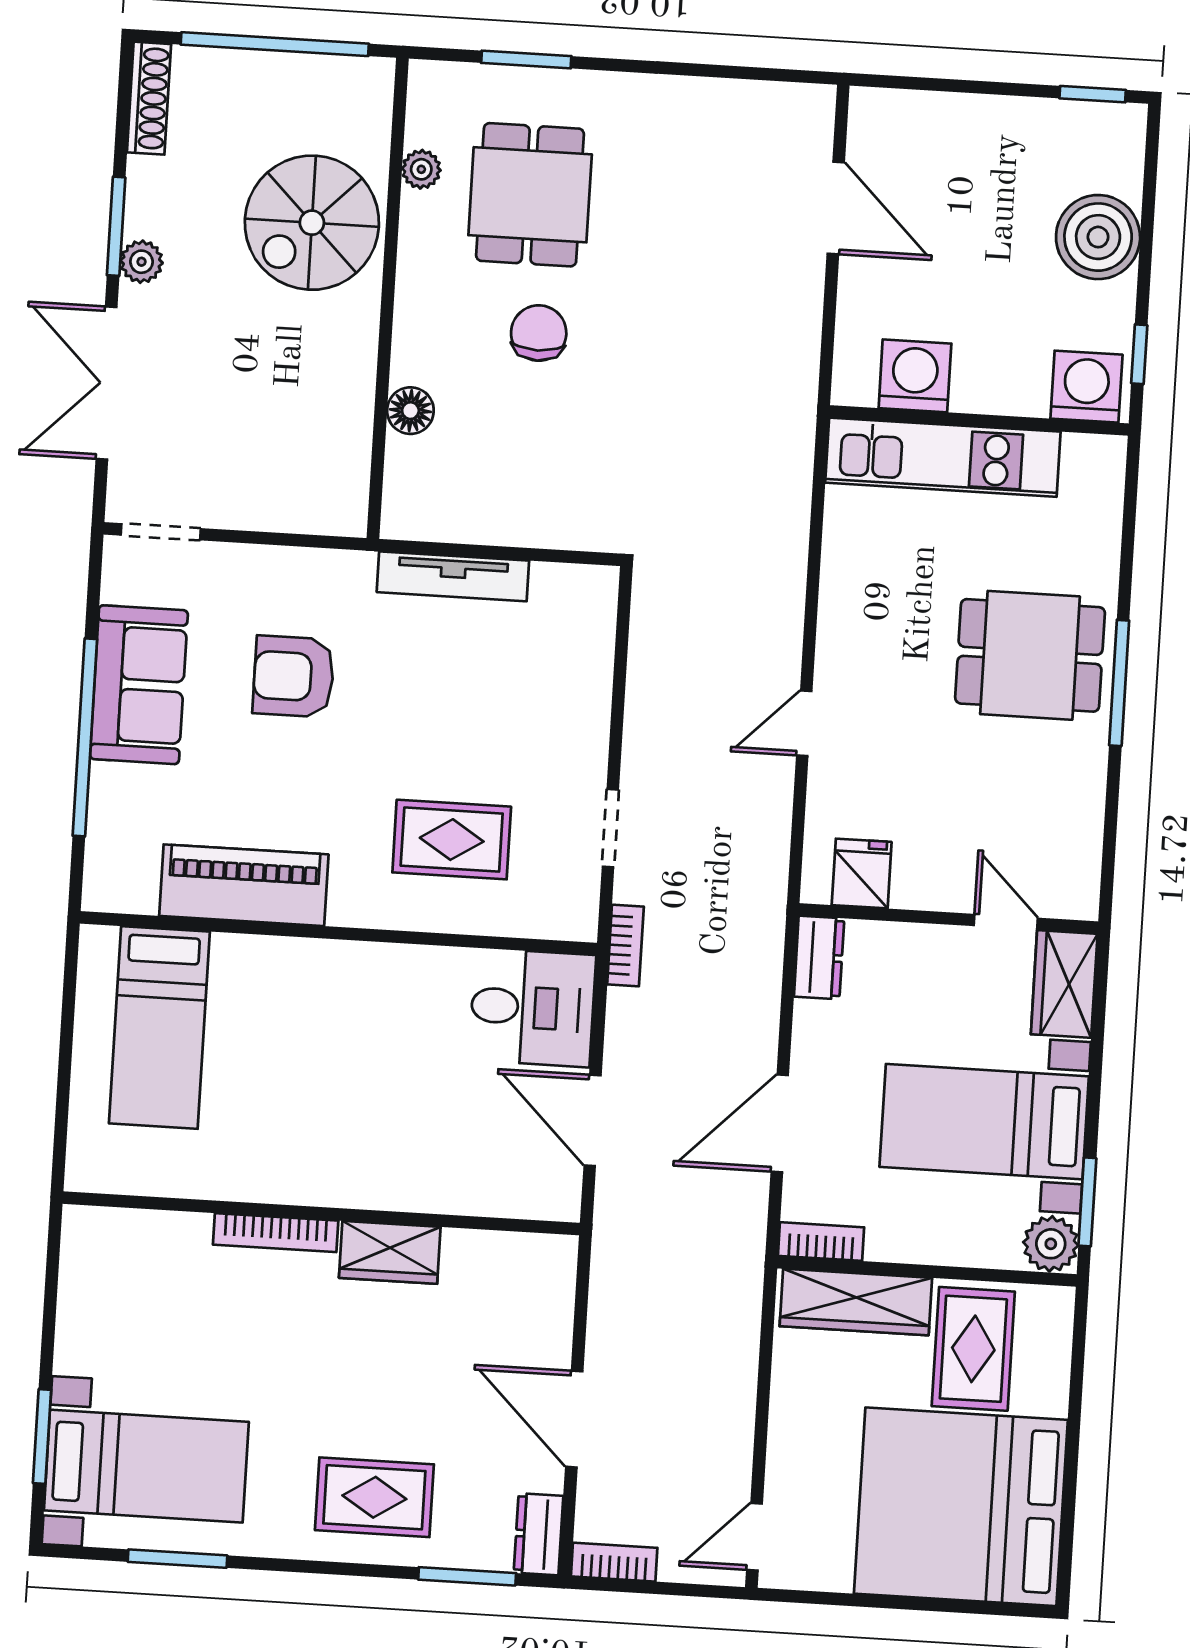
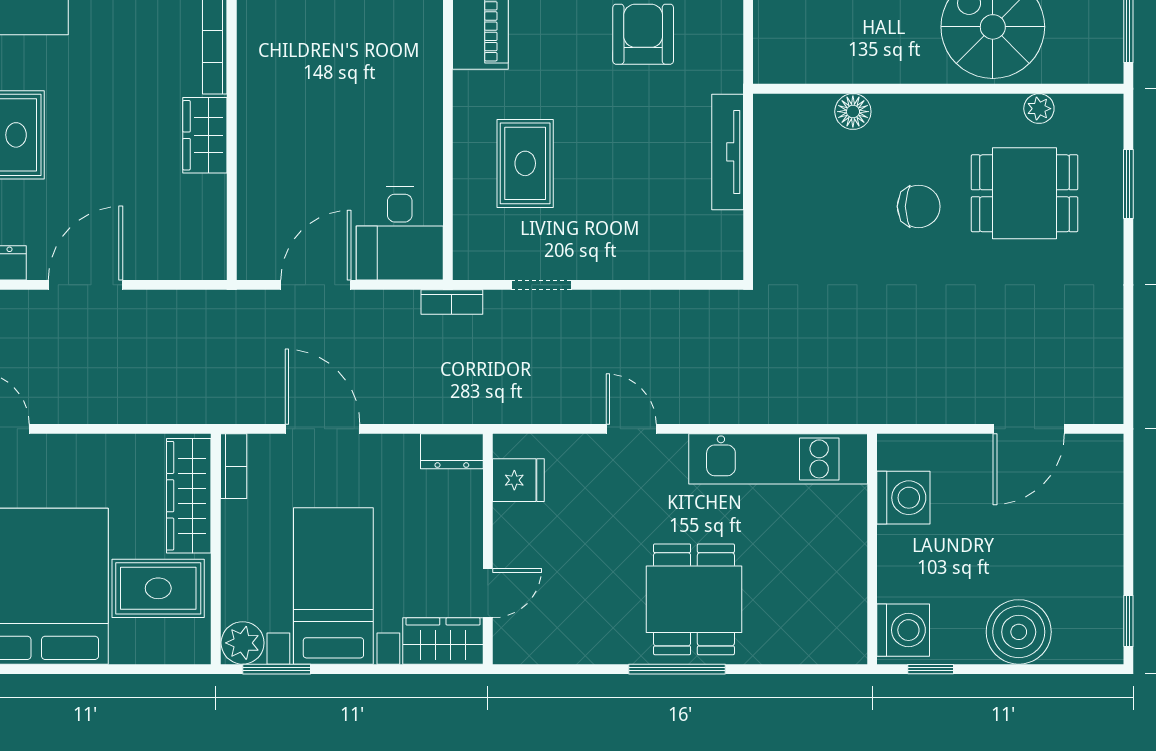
kitchen unit: (943, 457) -> (778, 459), moved, turned -90

